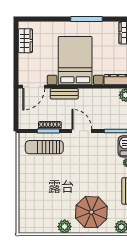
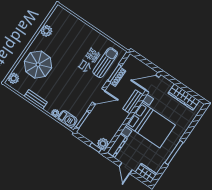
wardrobe: (25, 41) -> (184, 97), width x1.50
door: (34, 87) -> (152, 84), hinge flipped
plant: (65, 227) -> (46, 31), moved

